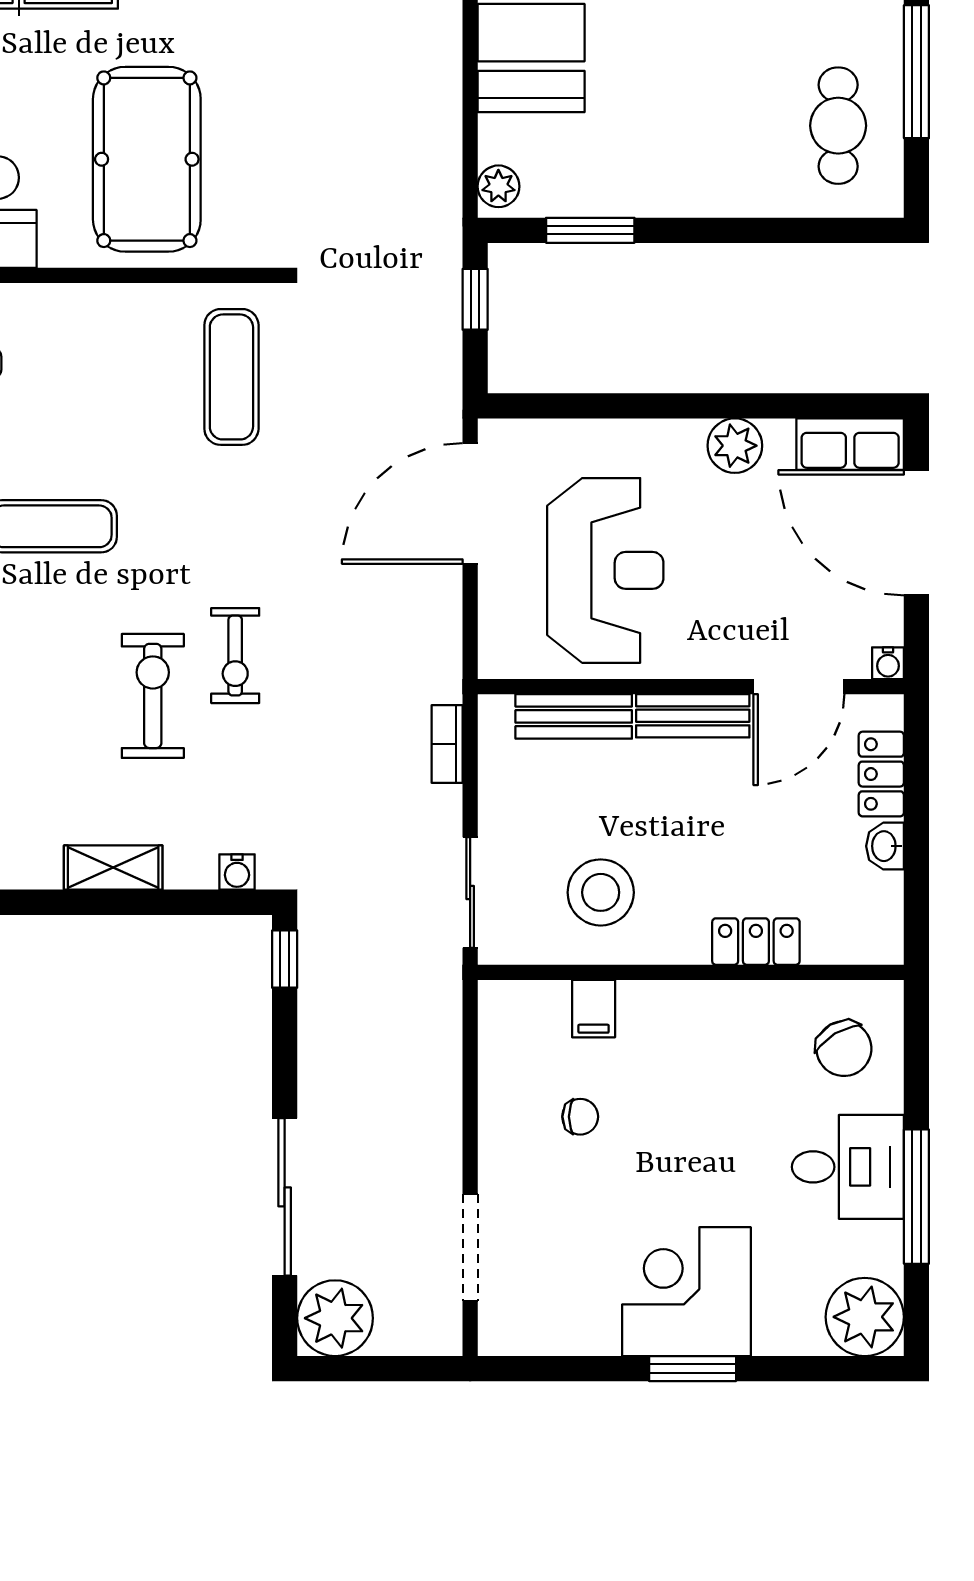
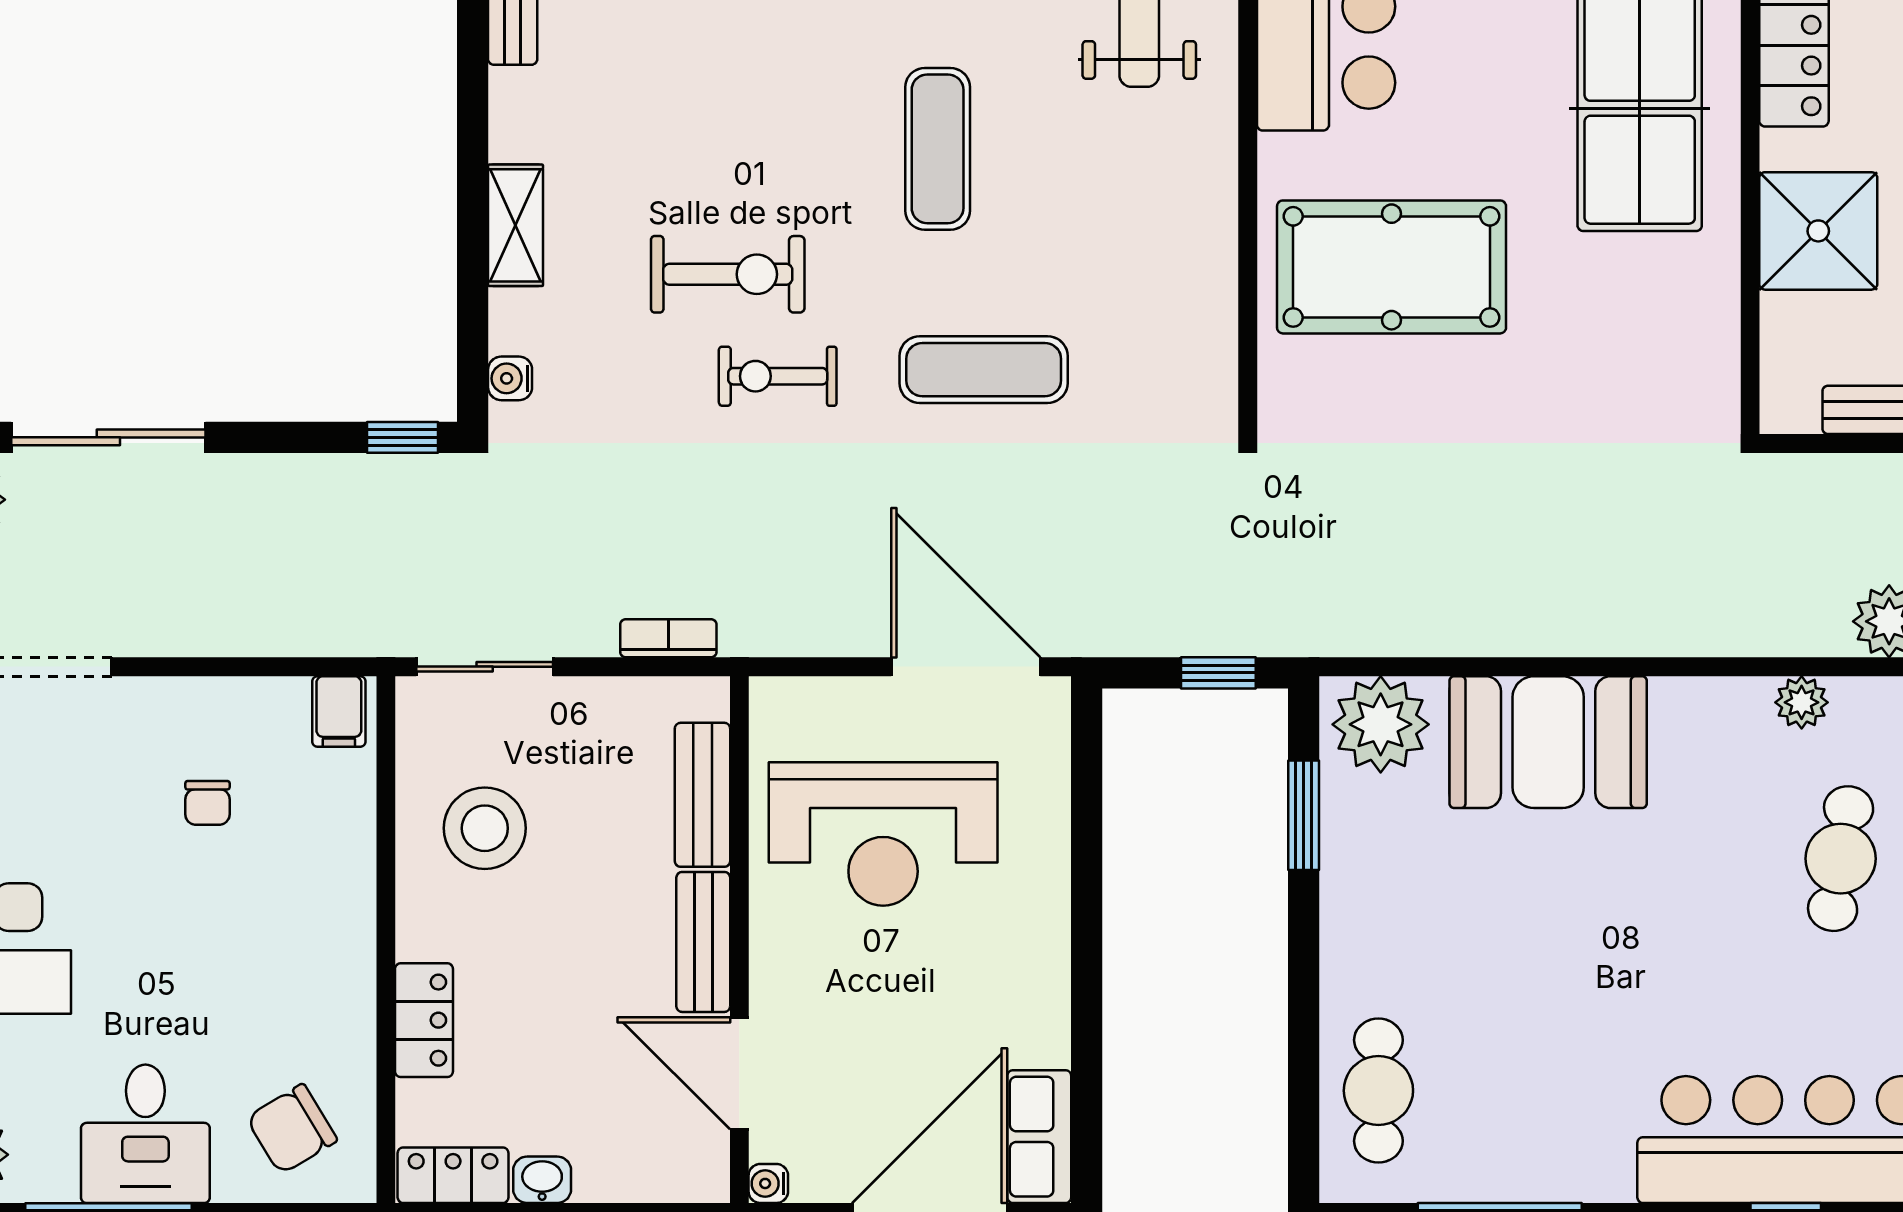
cafe table: (838, 126) -> (1378, 1091), moved, turned 90
plant: (498, 186) -> (1381, 724), width x1.88, depth x1.88
exercise mat: (231, 377) -> (984, 370), moved
plant: (735, 446) -> (1037, 994), removed
locker: (881, 774) -> (453, 1175), moved
filing cabinet: (594, 1009) -> (339, 712), moved, turned -90

